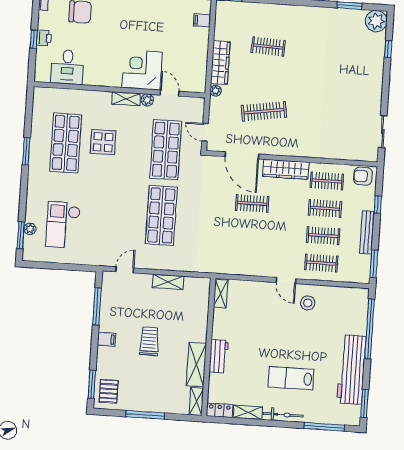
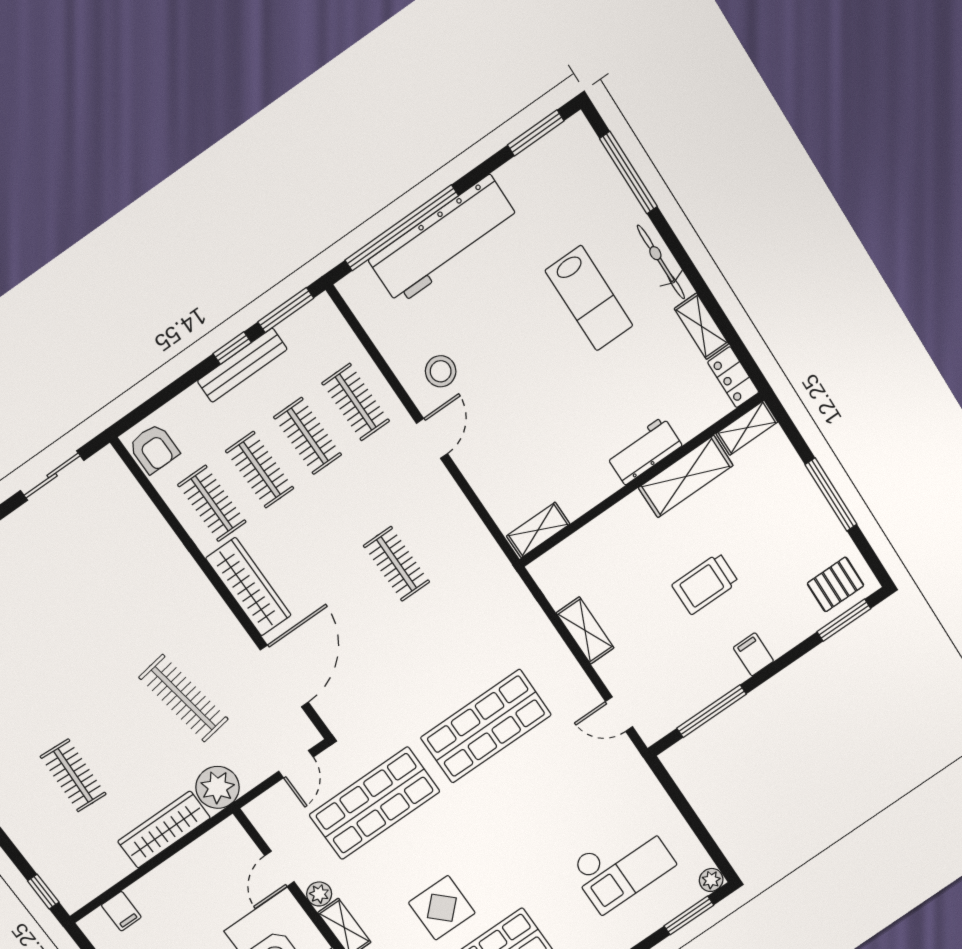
plant: (216, 91) -> (218, 787), width x1.88, depth x1.88
clothes rail: (252, 203) -> (397, 564), moved
window: (378, 205) -> (232, 348), moved
plant: (30, 229) -> (711, 880), moved
workbench: (351, 370) -> (444, 240), moved

